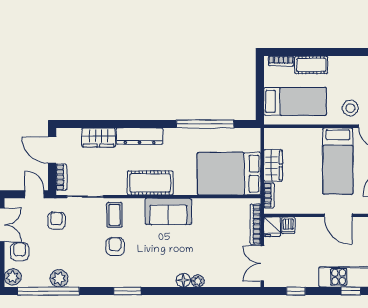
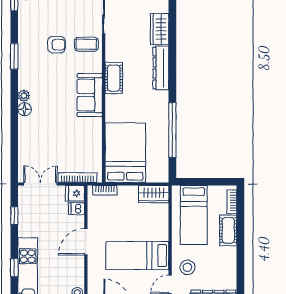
wardrobe: (273, 165) -> (154, 194), moved
cot: (150, 183) -> (114, 78), width x0.73, depth x0.75
door: (338, 215) -> (86, 242), moved
plant: (198, 281) -> (24, 96), moved

